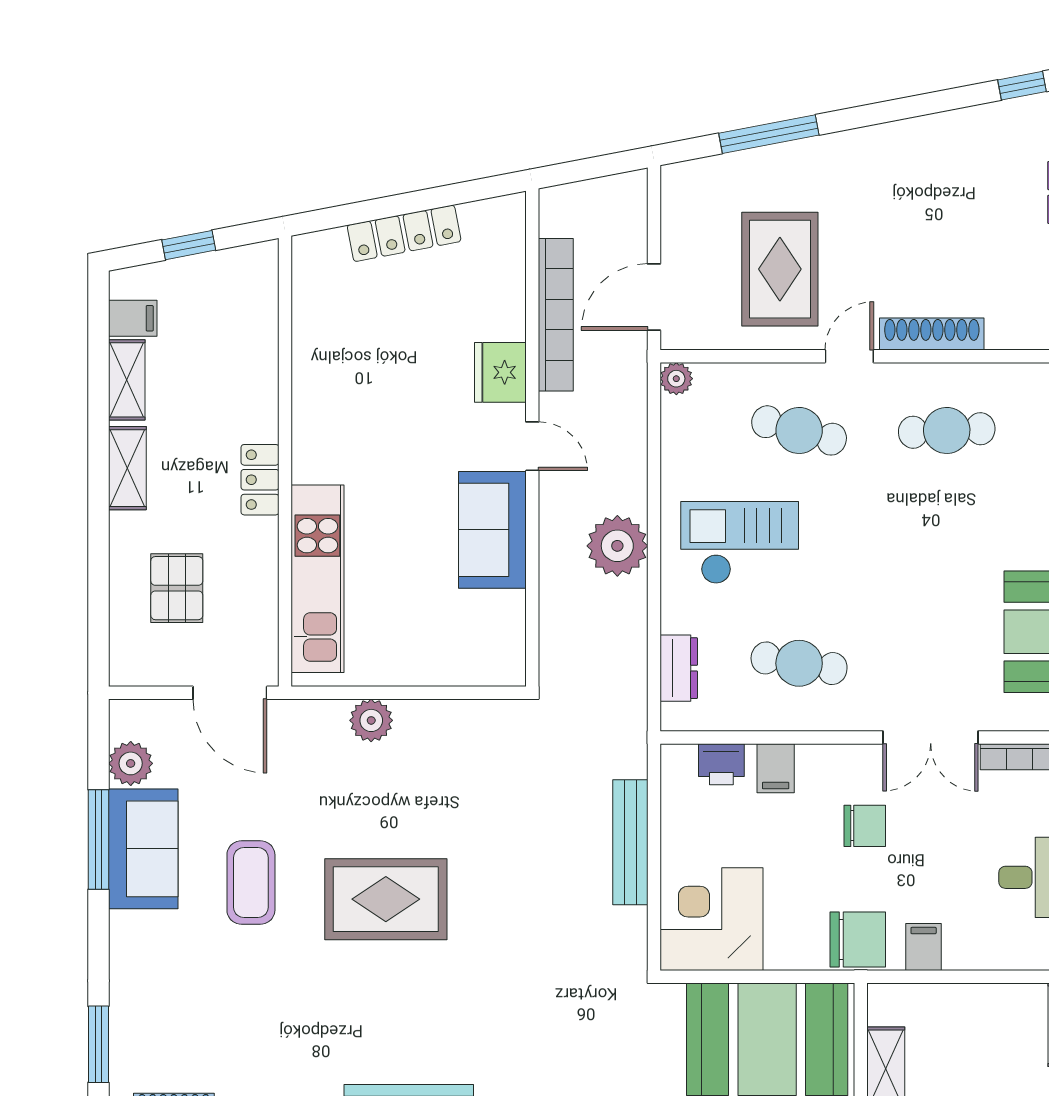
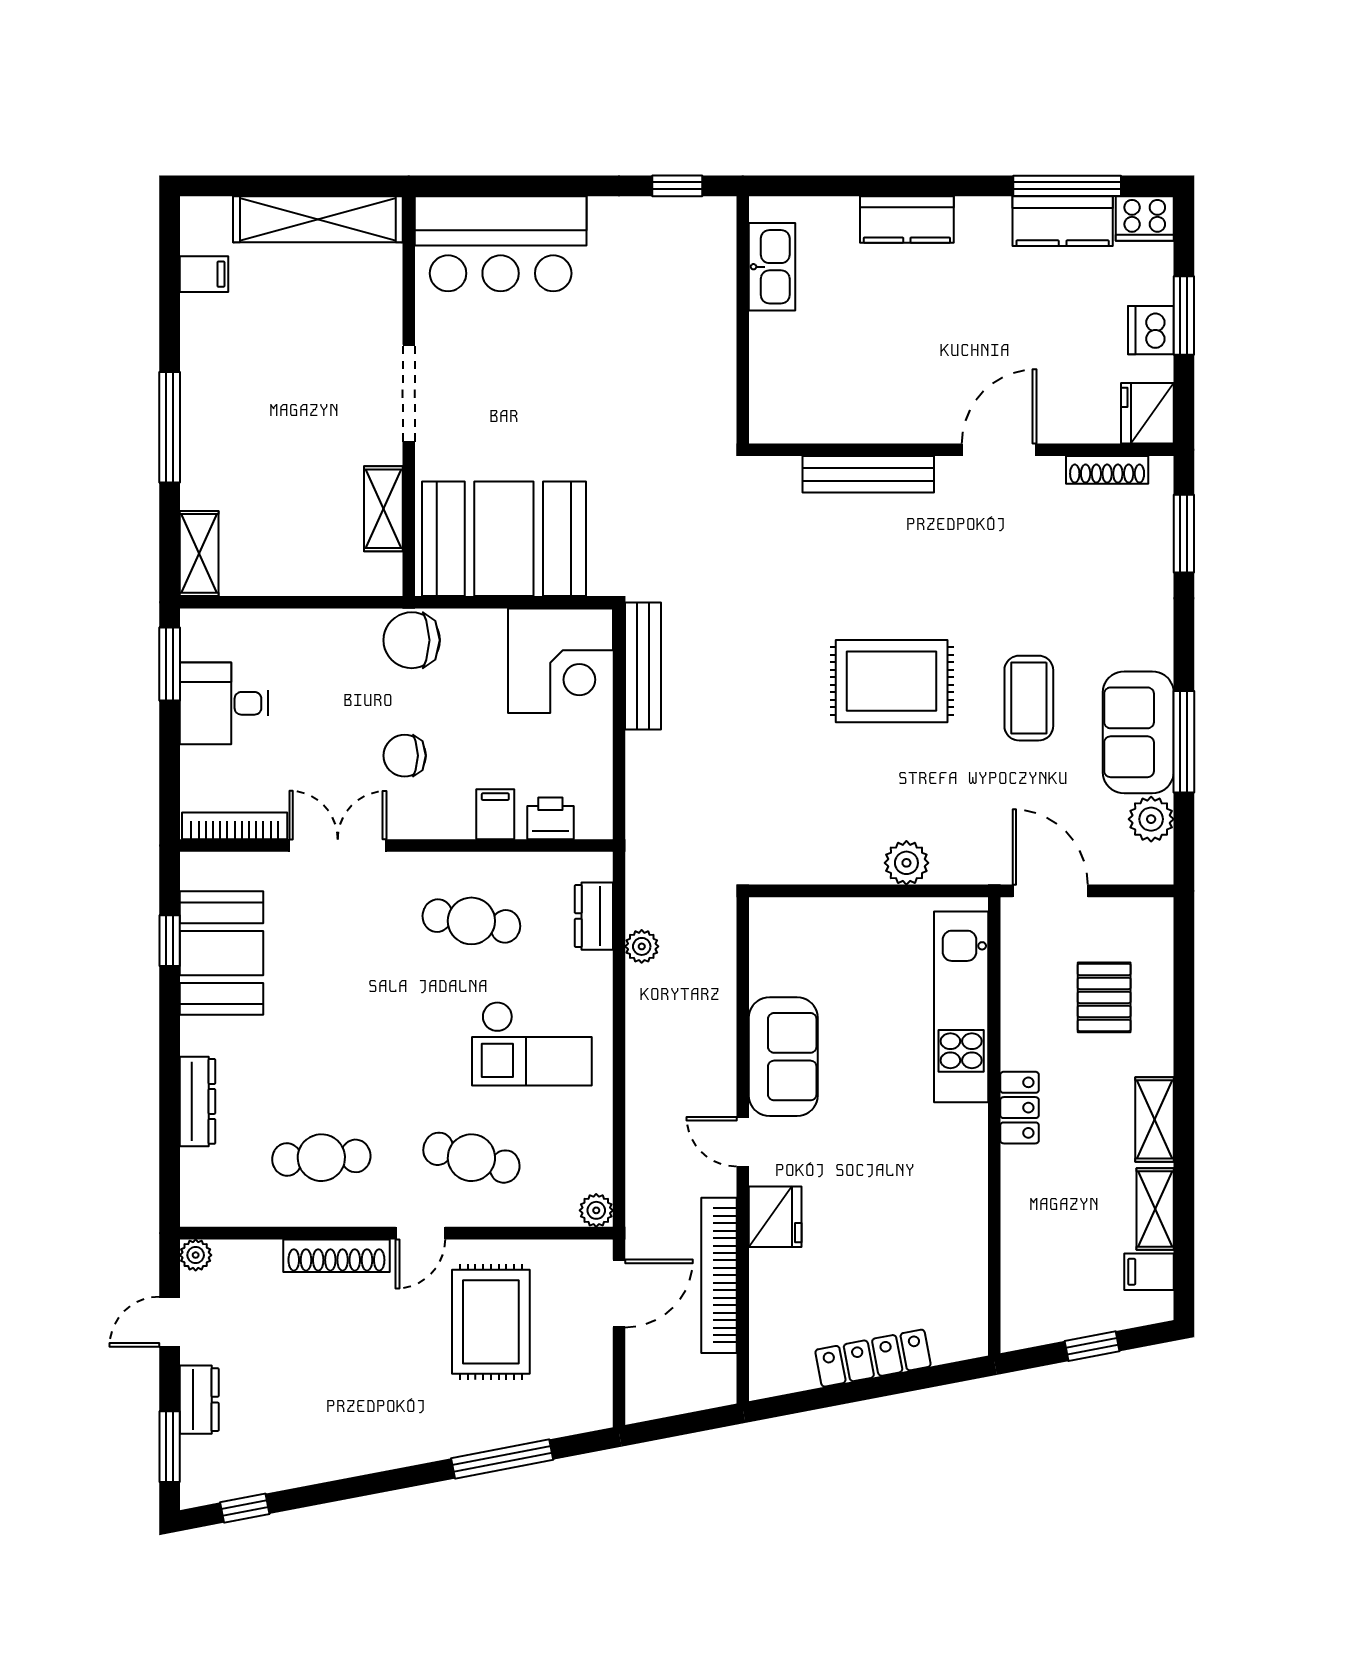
plant: (617, 546) -> (642, 946), moved, width x0.53, depth x0.53
bench: (630, 842) -> (643, 666), moved
filing cabinet: (924, 947) -> (345, 632), removed

